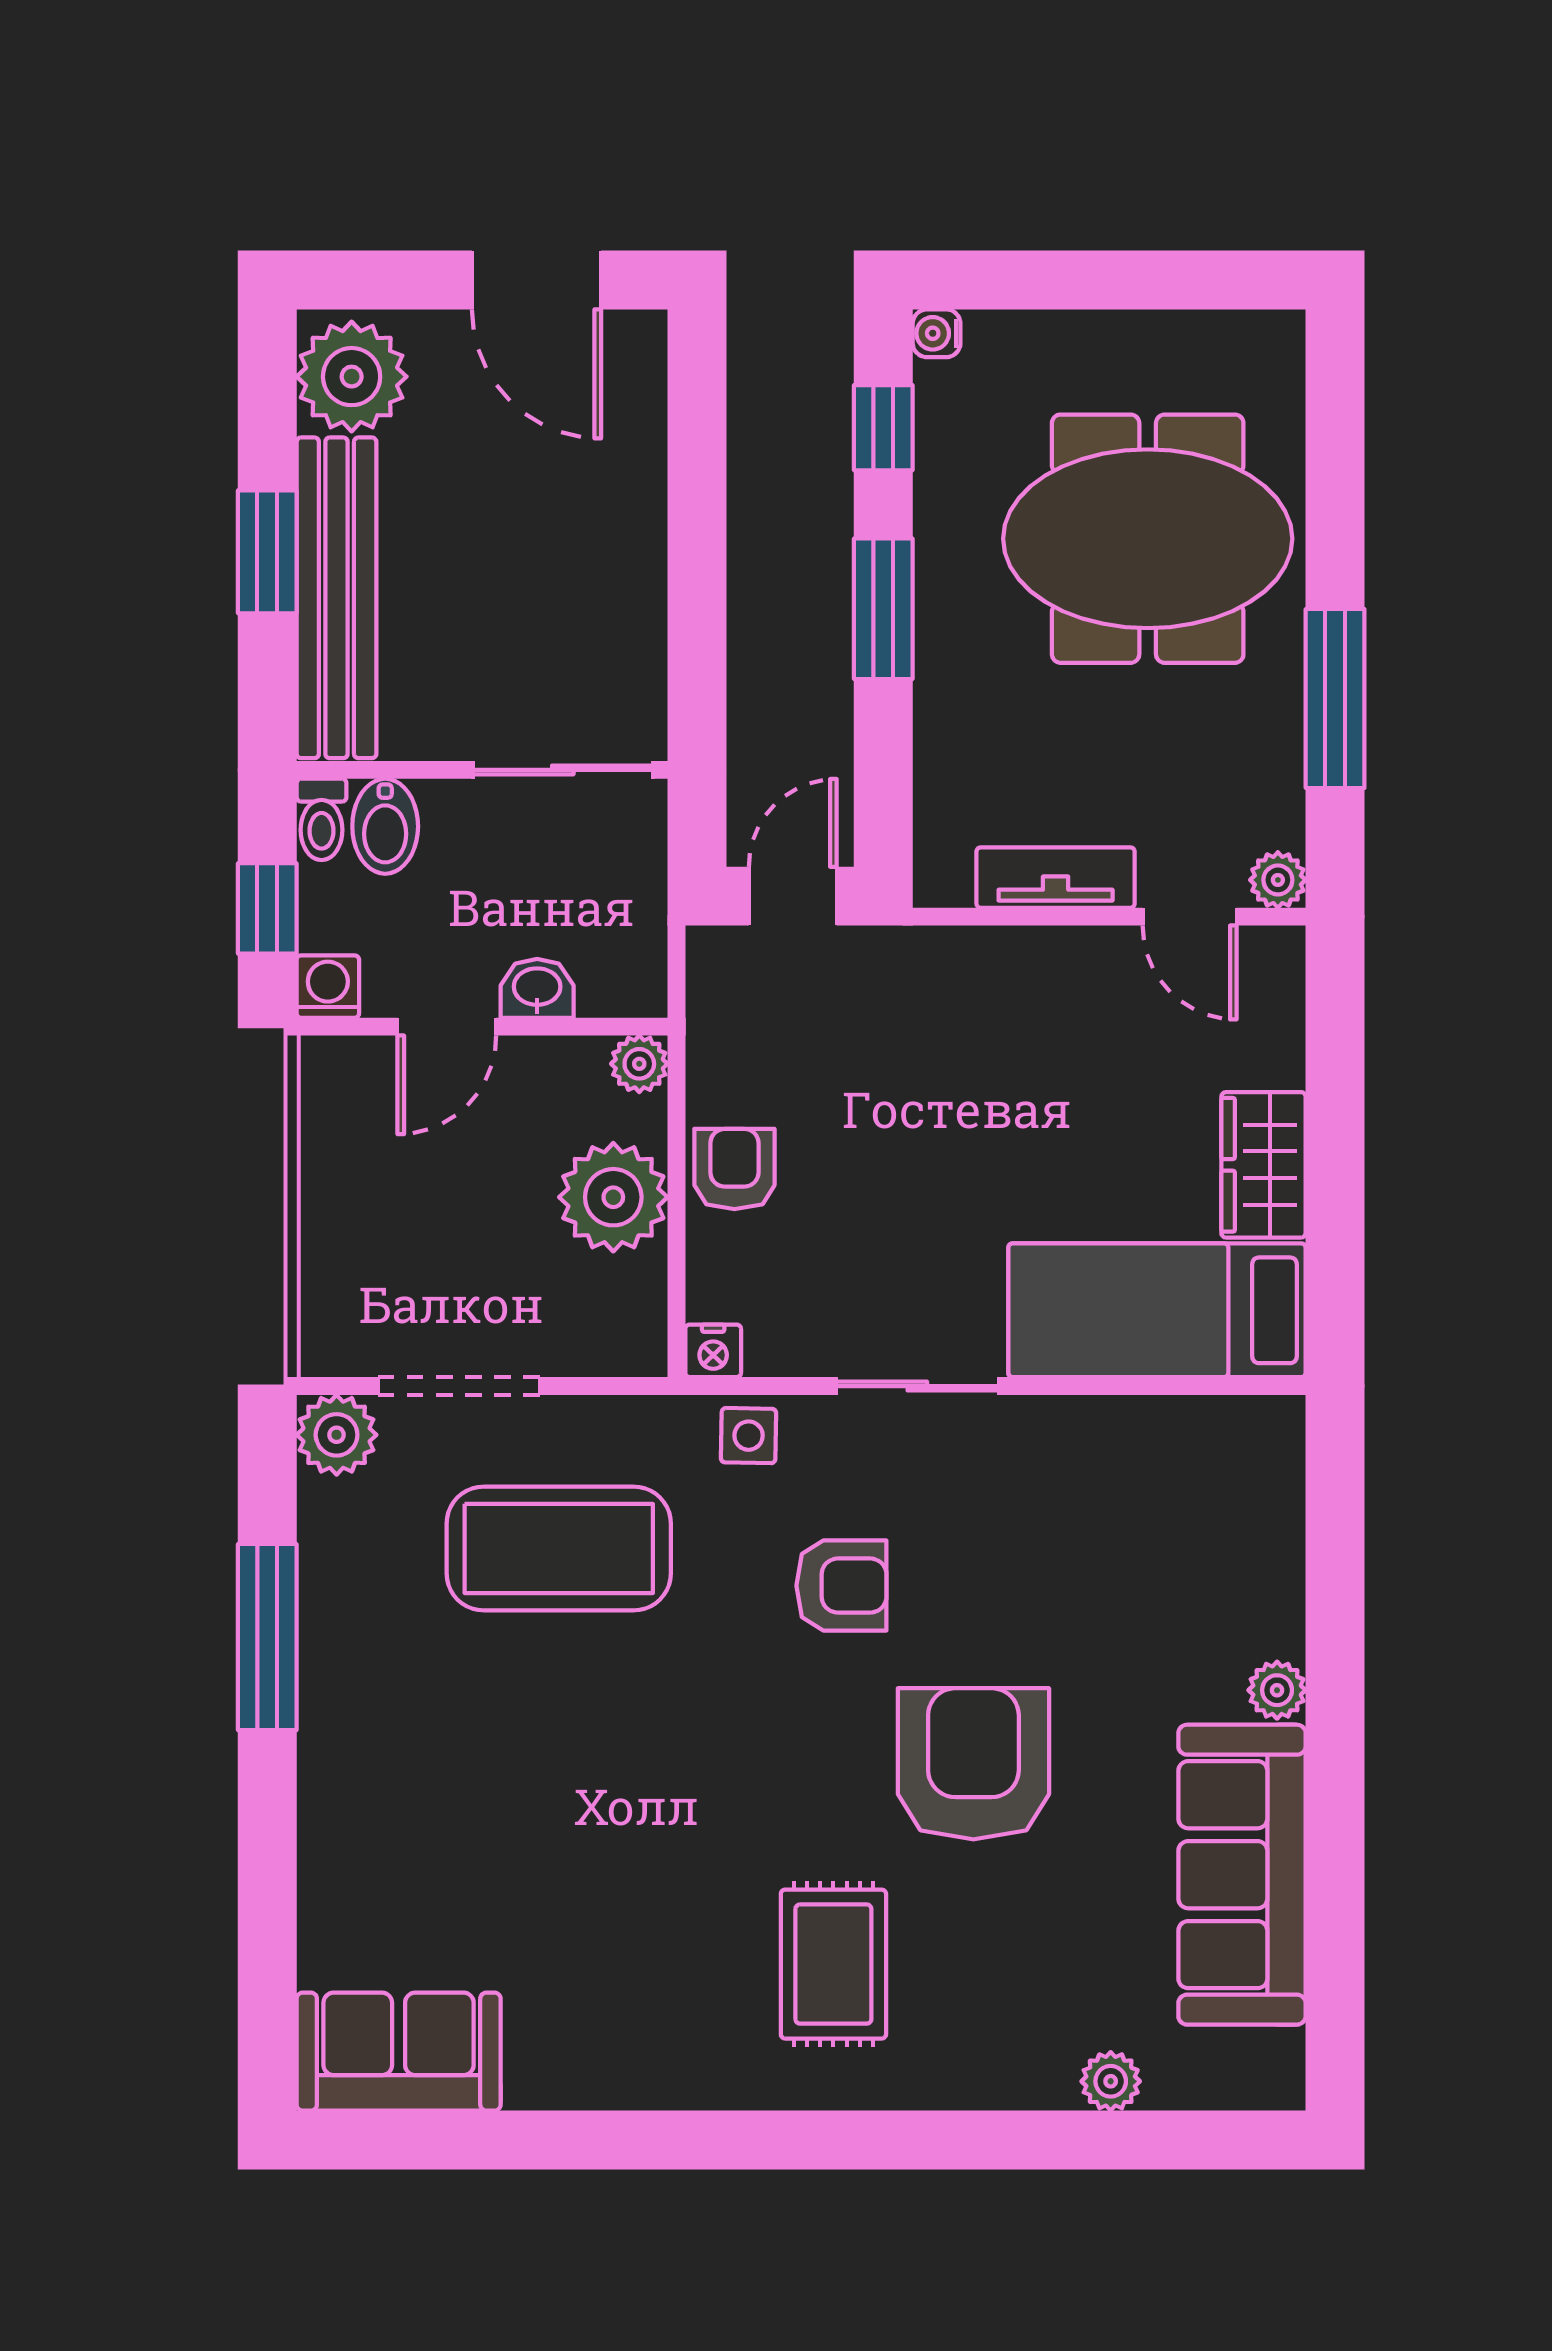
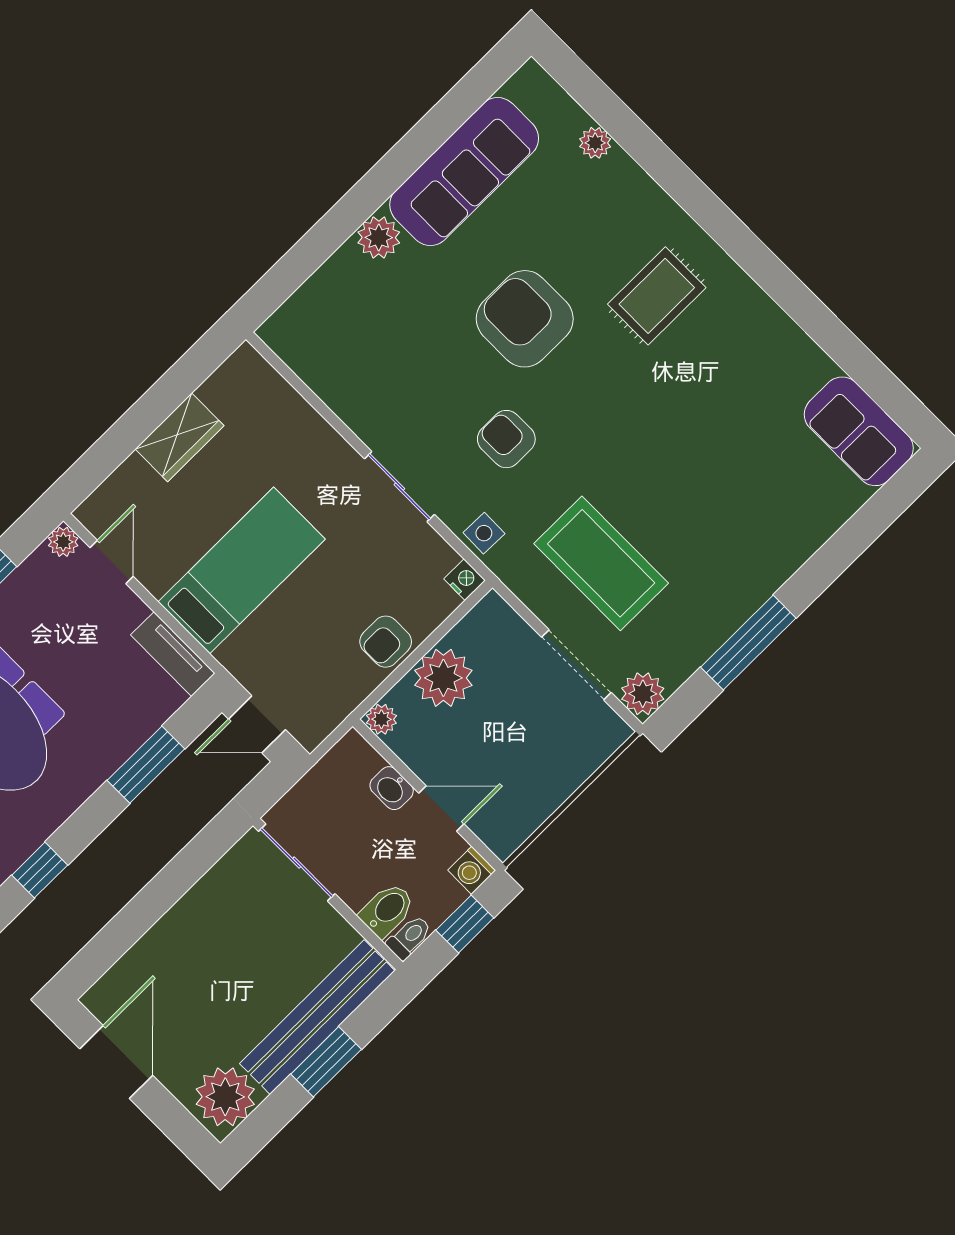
window: (883, 609) -> (146, 765), moved
tv unit: (1056, 878) -> (173, 654), moved
bed: (1157, 1310) -> (242, 570), moved, turned -90
plant: (1277, 1690) -> (379, 238), width x1.38, depth x1.38
armchair: (973, 1764) -> (525, 319), turned 90

